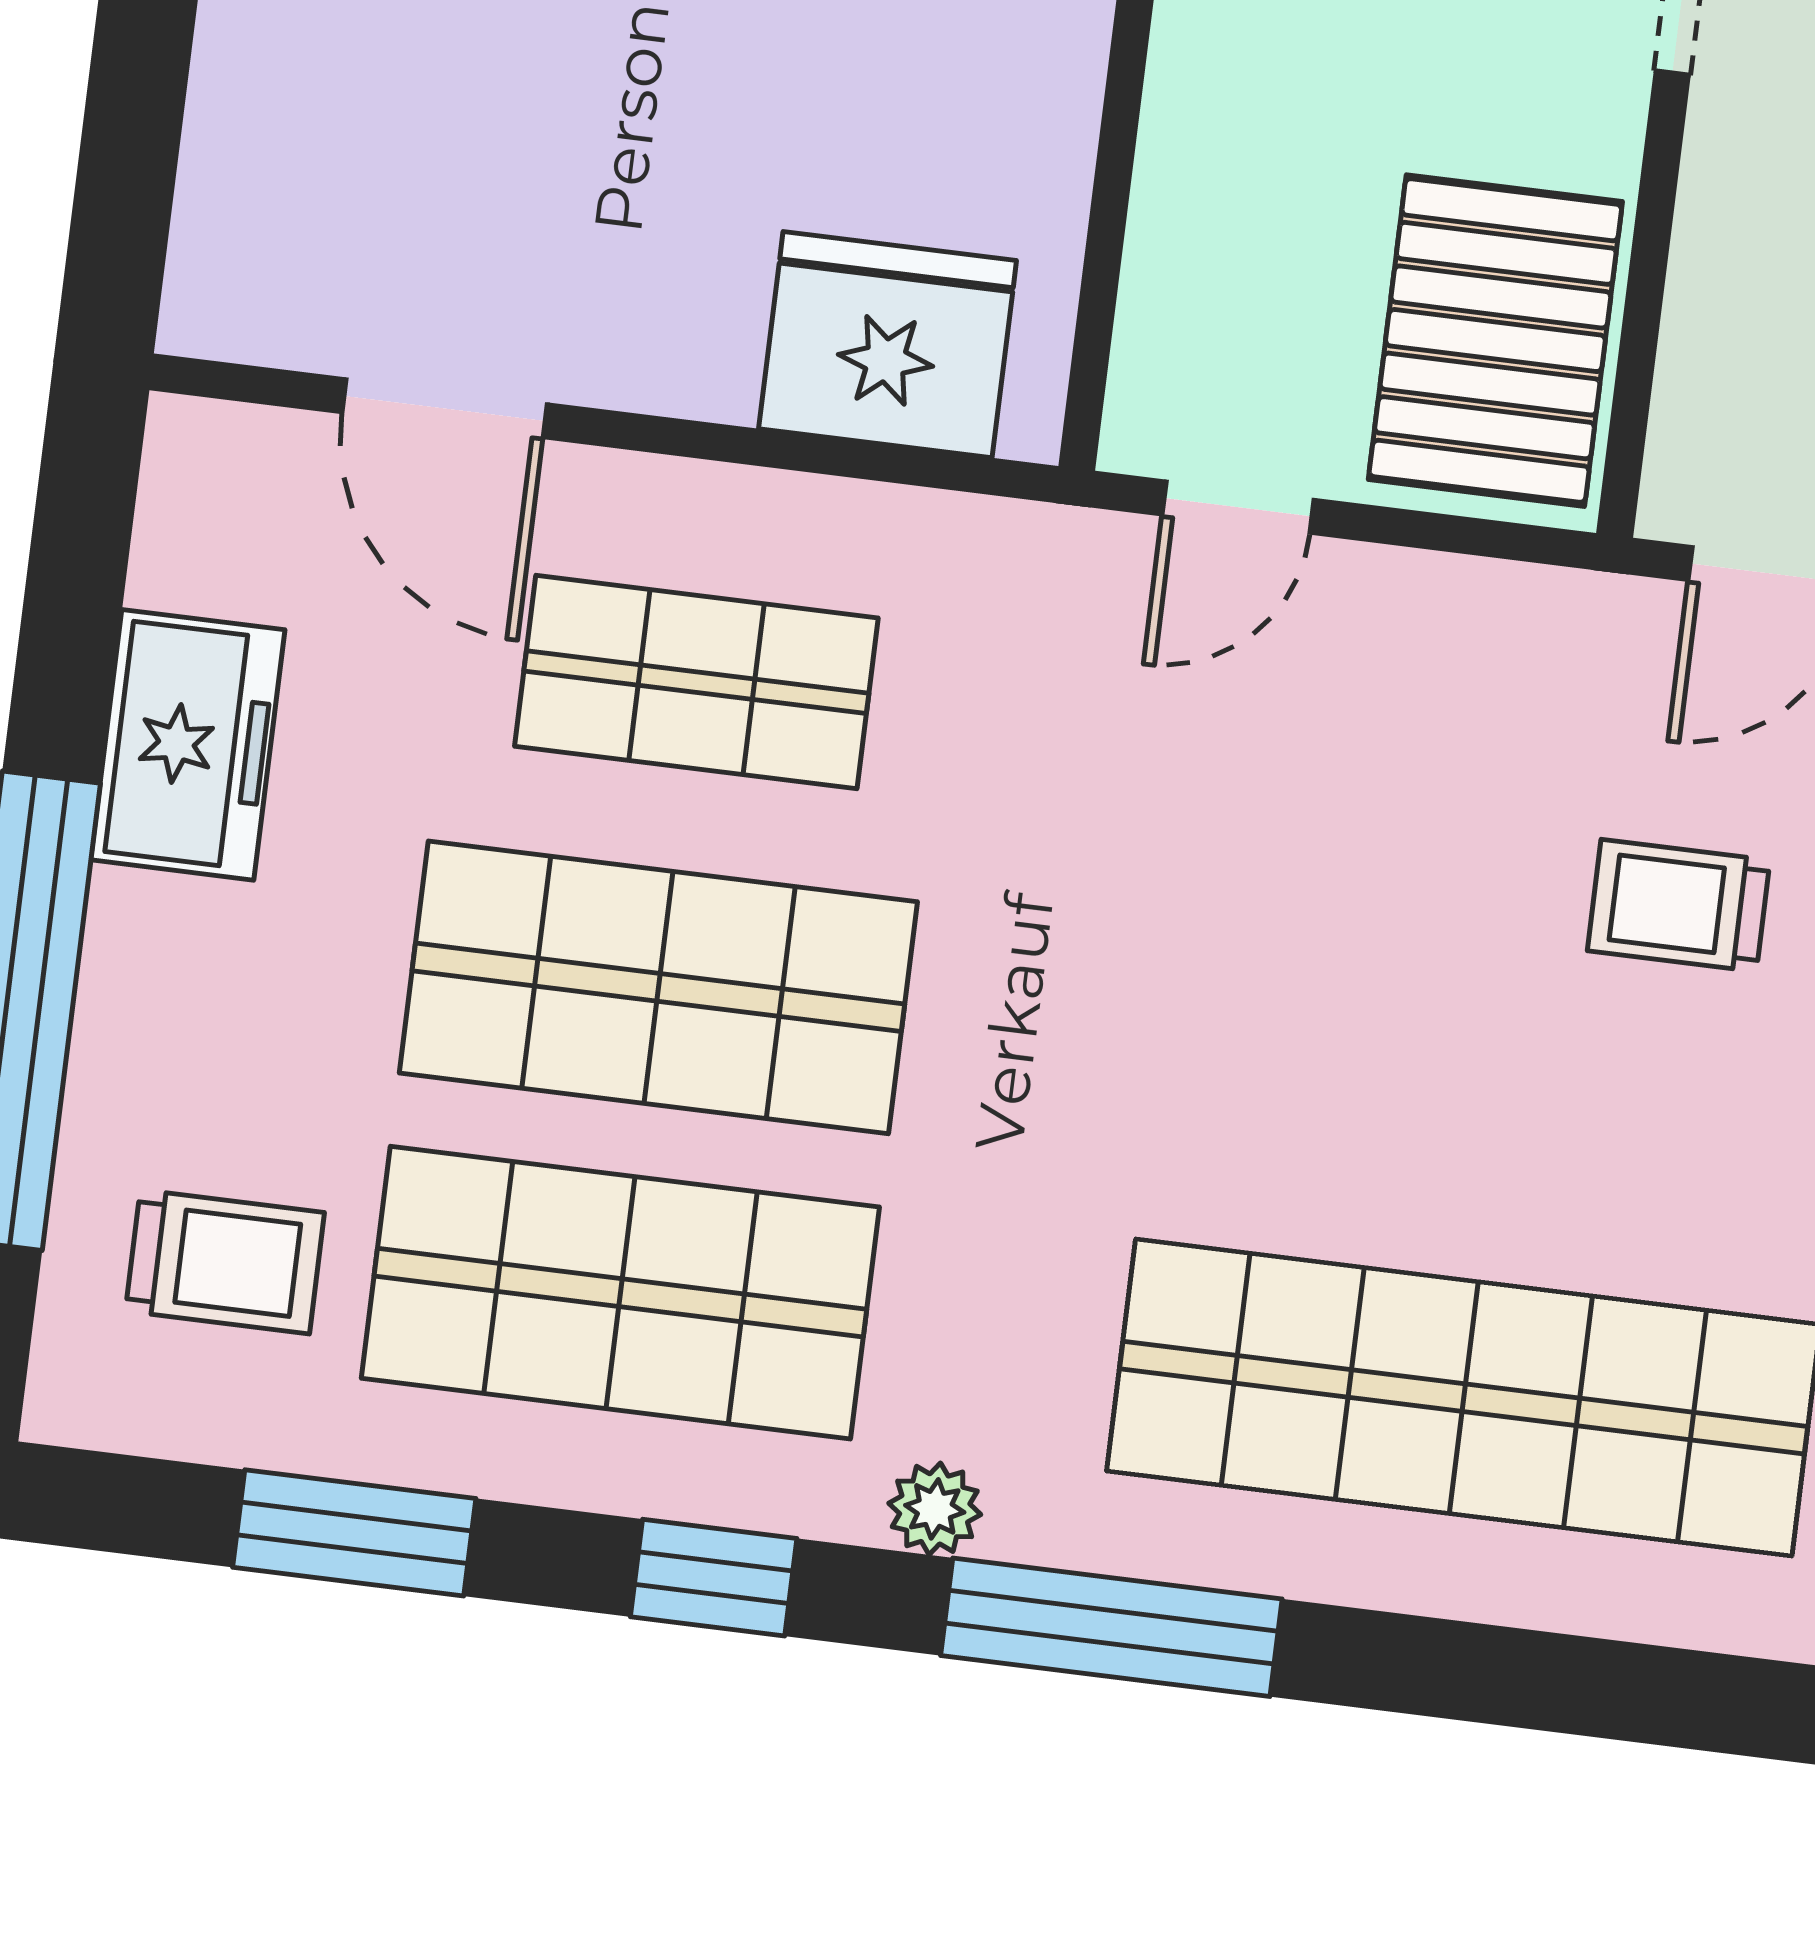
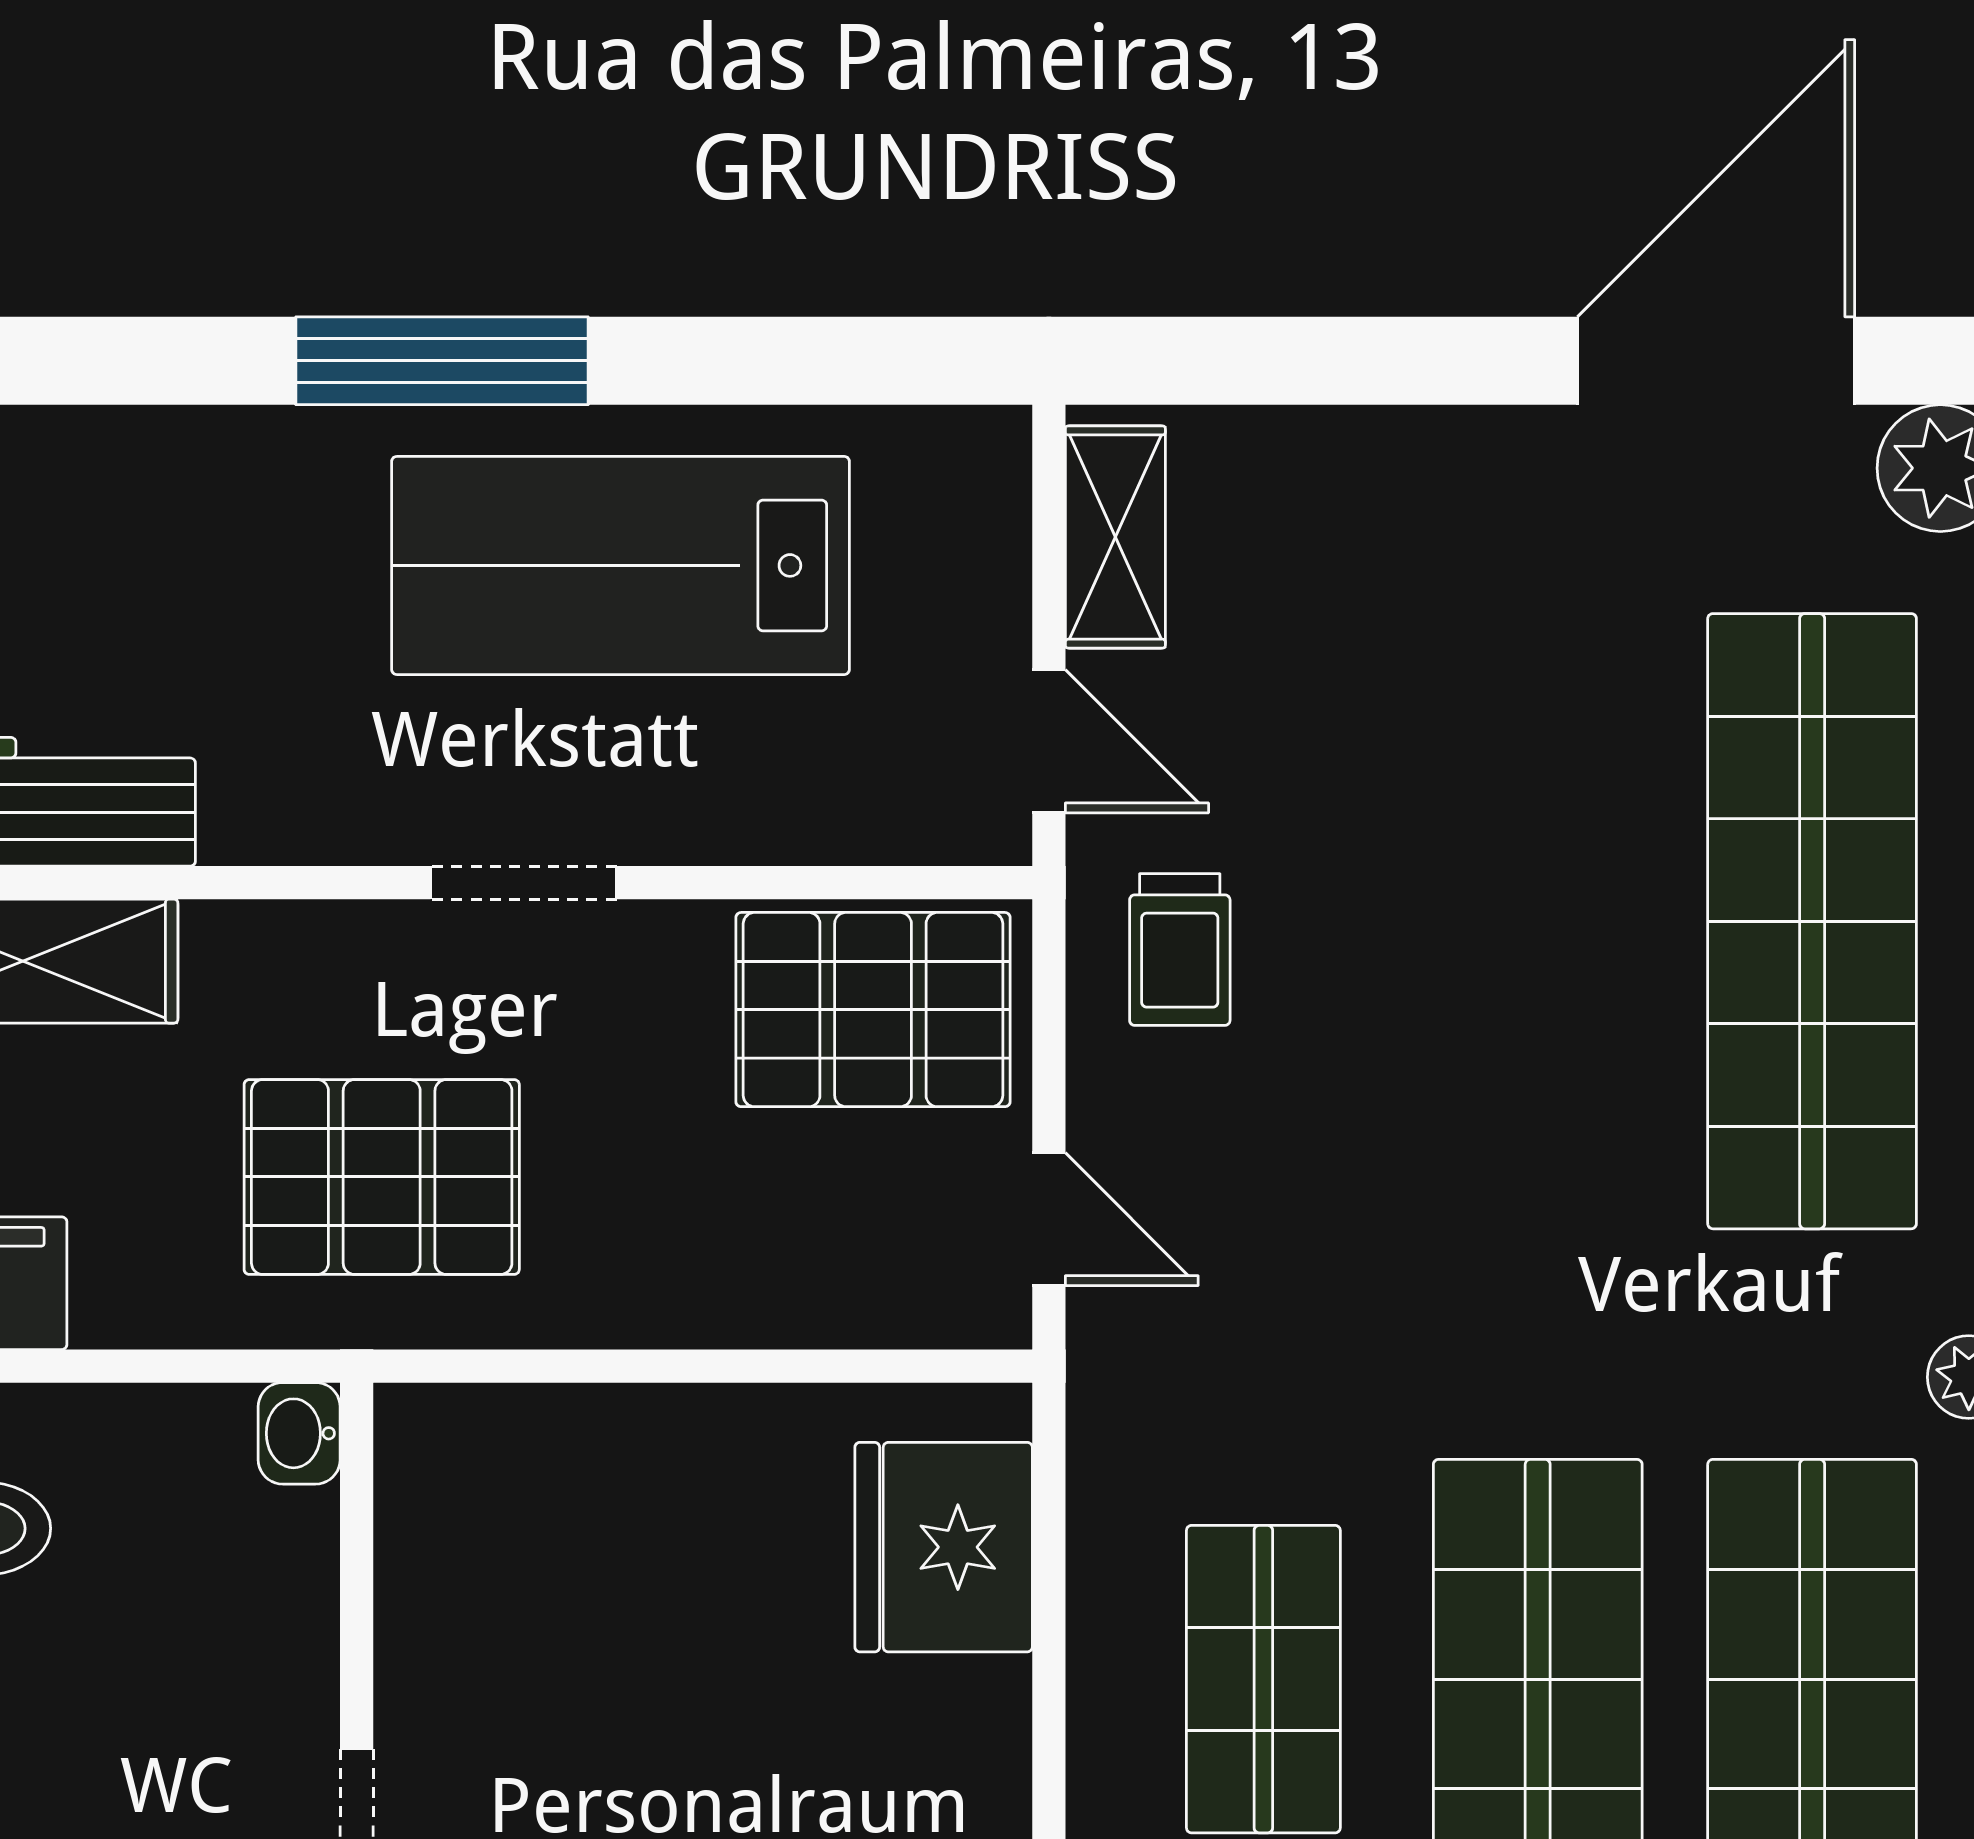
trolley: (1679, 905) -> (1180, 950), moved

